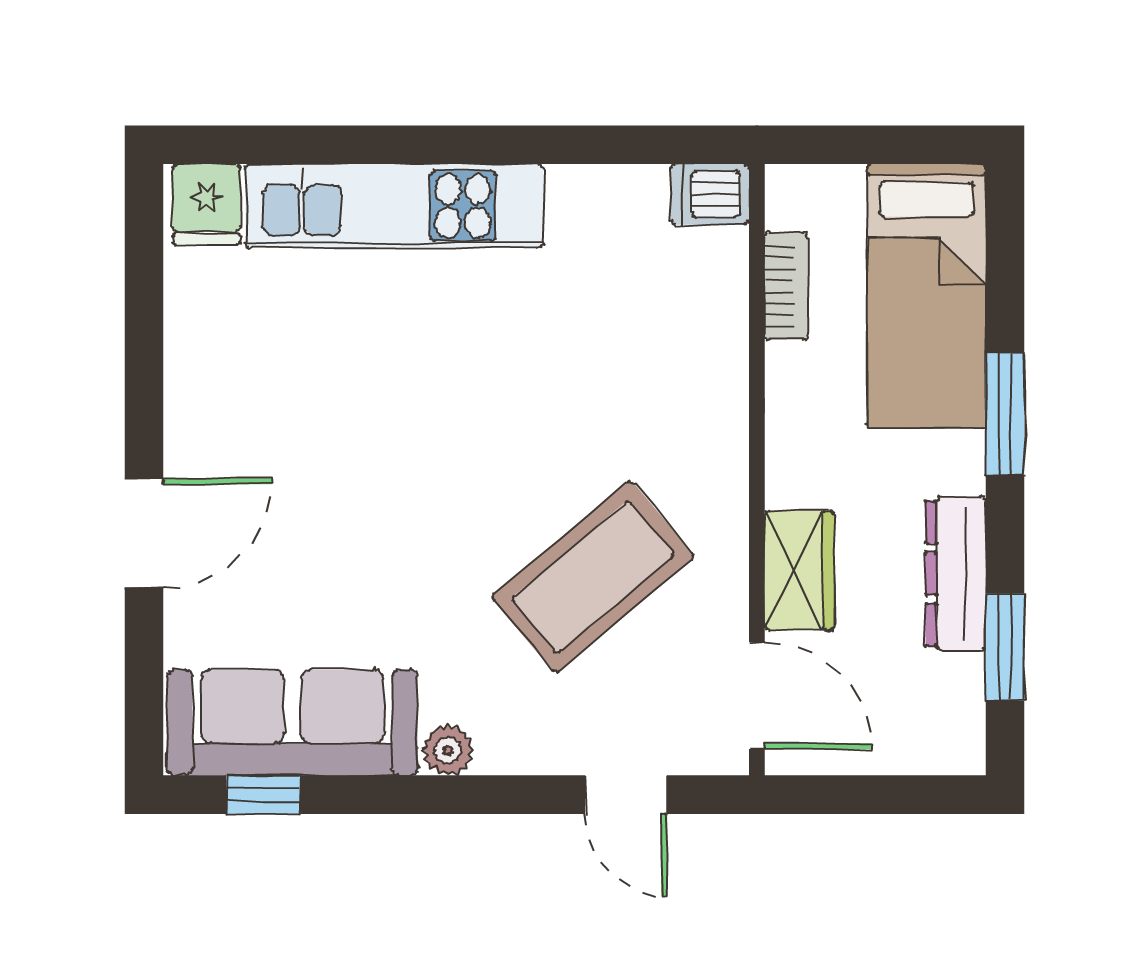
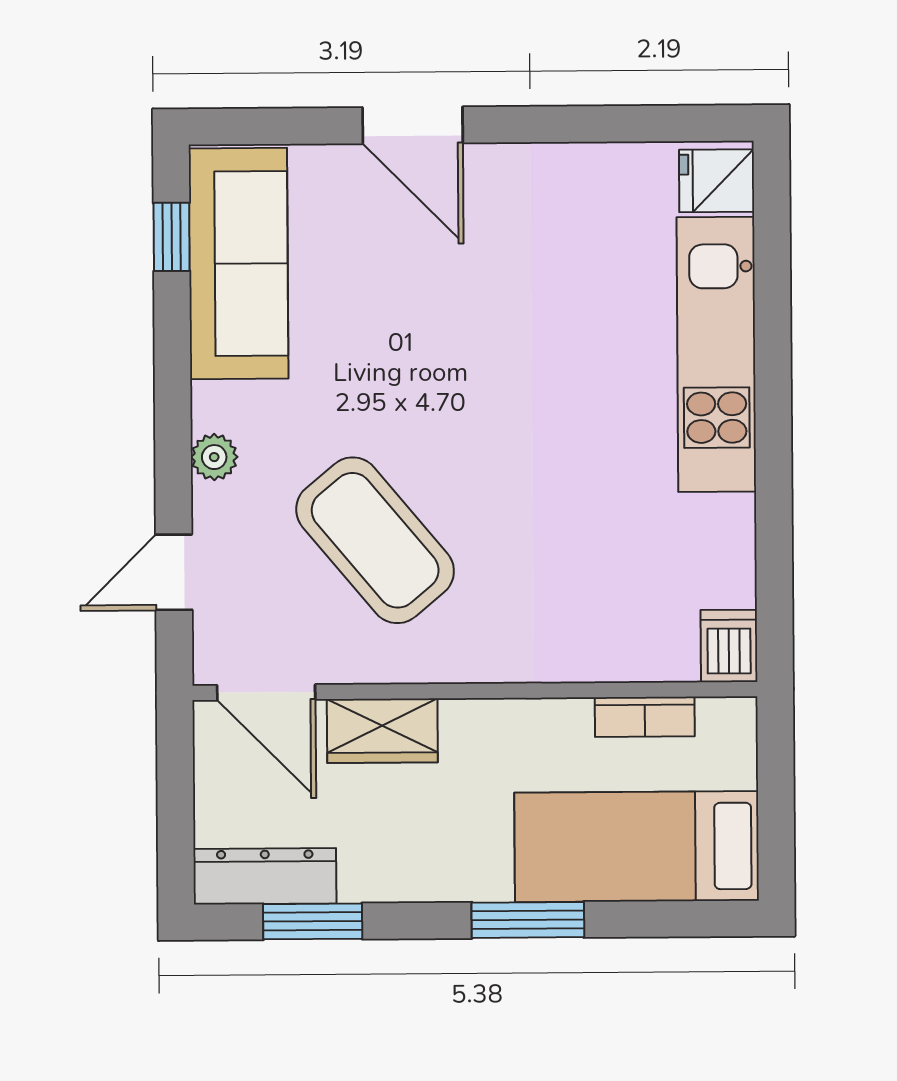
dresser: (956, 573) -> (265, 876), moved
door: (757, 696) -> (266, 692), hinge flipped
plant: (448, 750) -> (214, 457), moved

